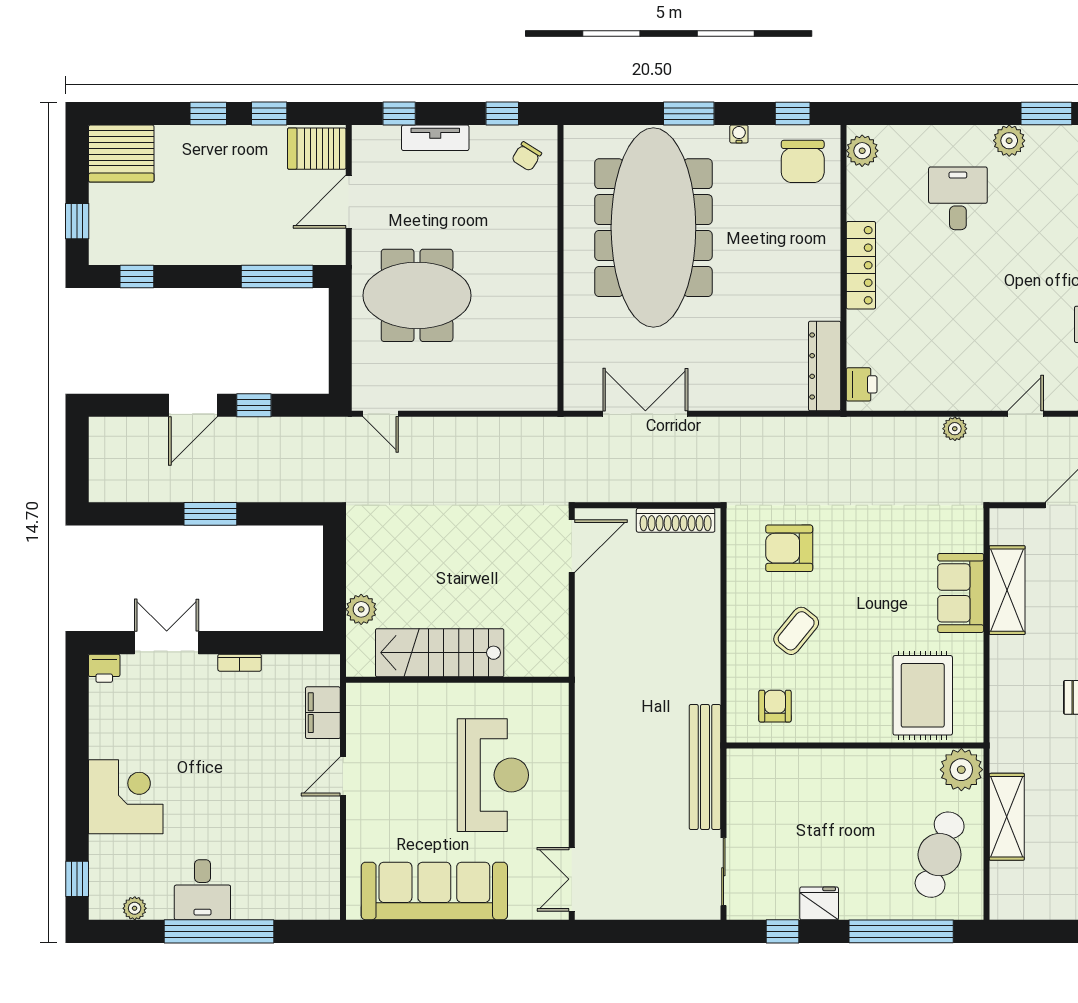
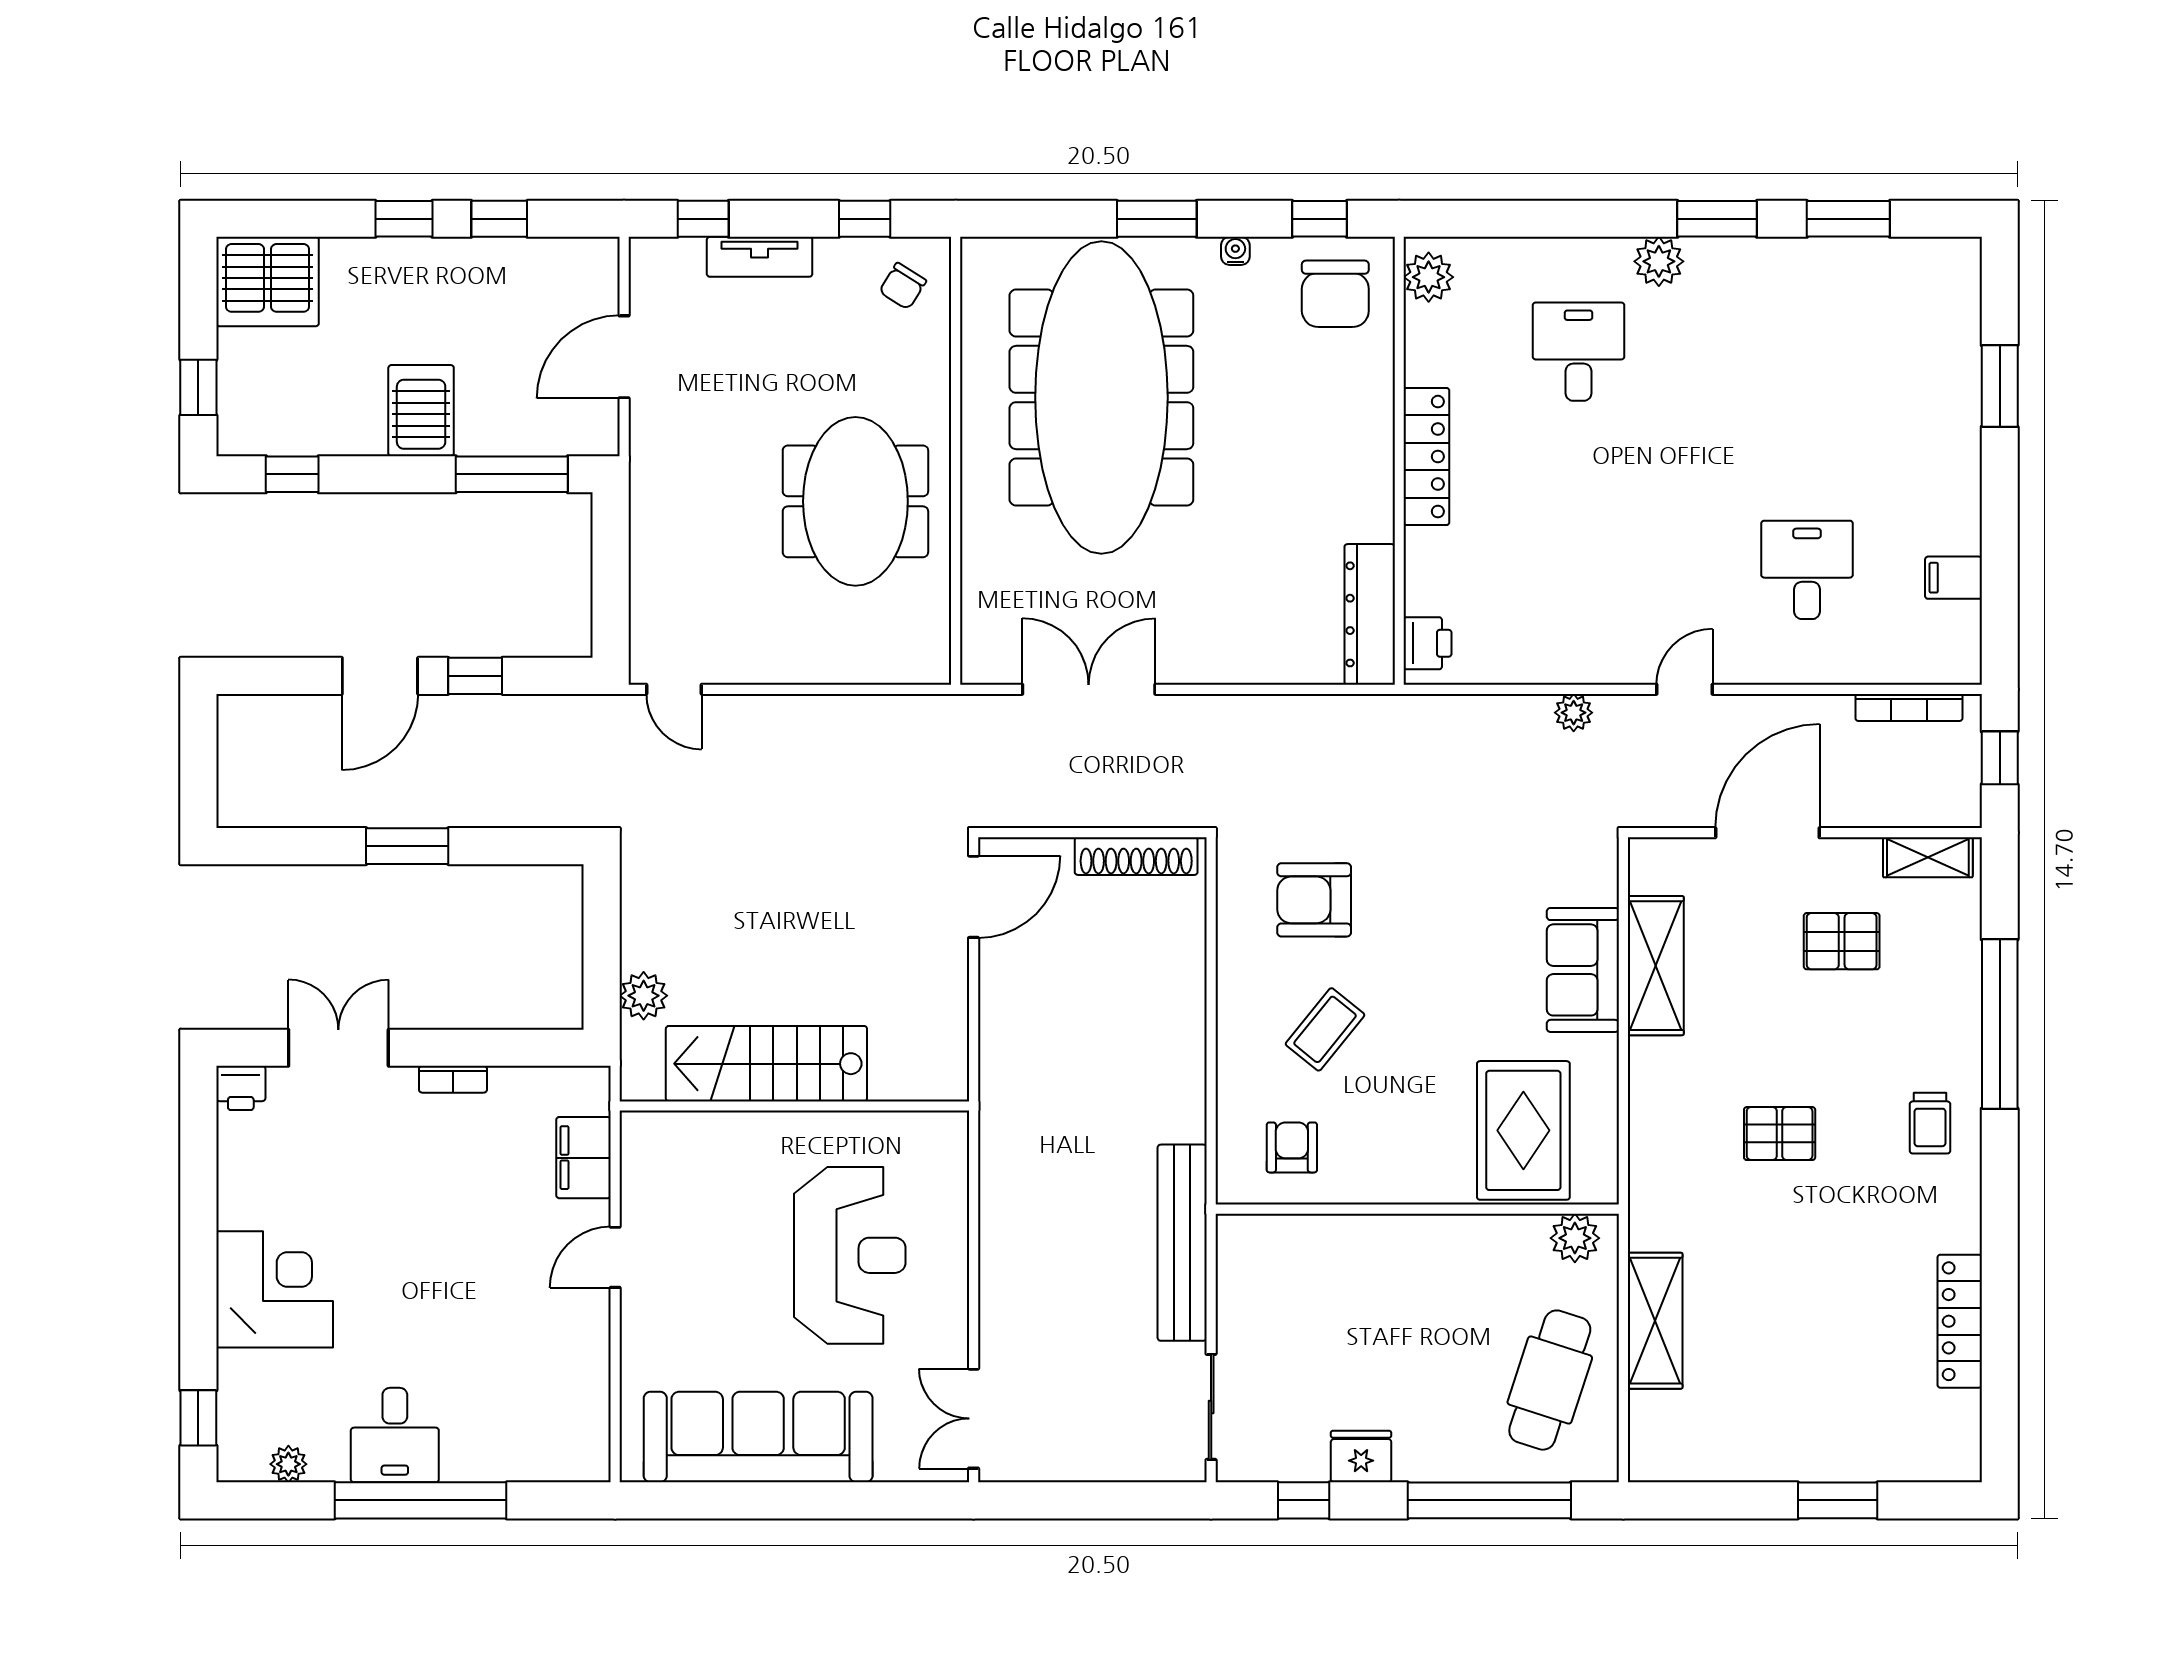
server rack: (317, 149) -> (421, 411), moved, turned 90
meeting table: (417, 295) -> (855, 501), moved, turned 90
plant: (961, 770) -> (1575, 1238), width x0.73, depth x0.73

